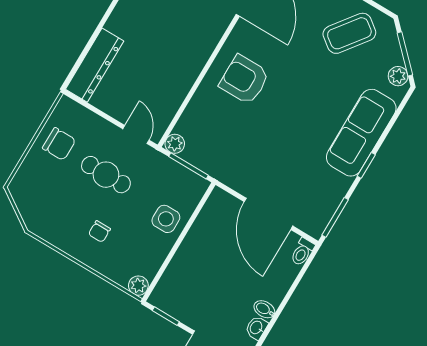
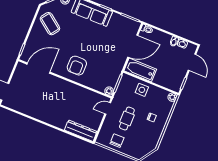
bathtub: (212, 222) -> (140, 70), added

